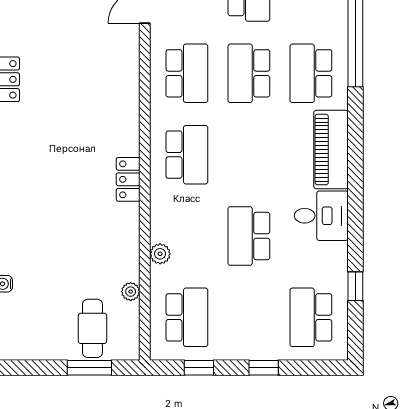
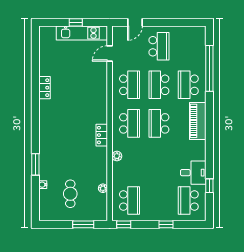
desk: (321, 216) -> (193, 173), moved
school desk: (249, 236) -> (159, 123), moved
plant: (160, 254) -> (117, 156), moved
cafe table: (92, 328) -> (70, 194), moved
window: (199, 368) -> (124, 224), moved

